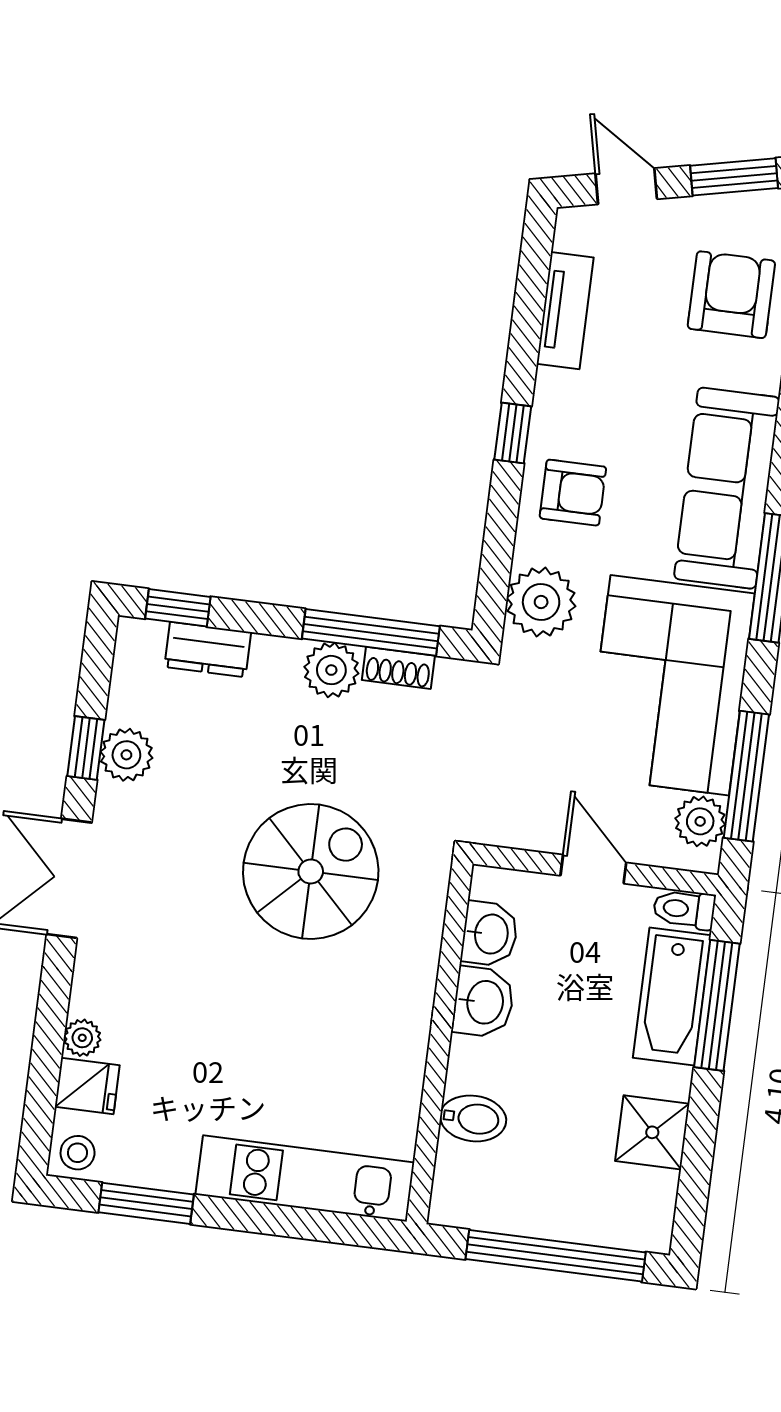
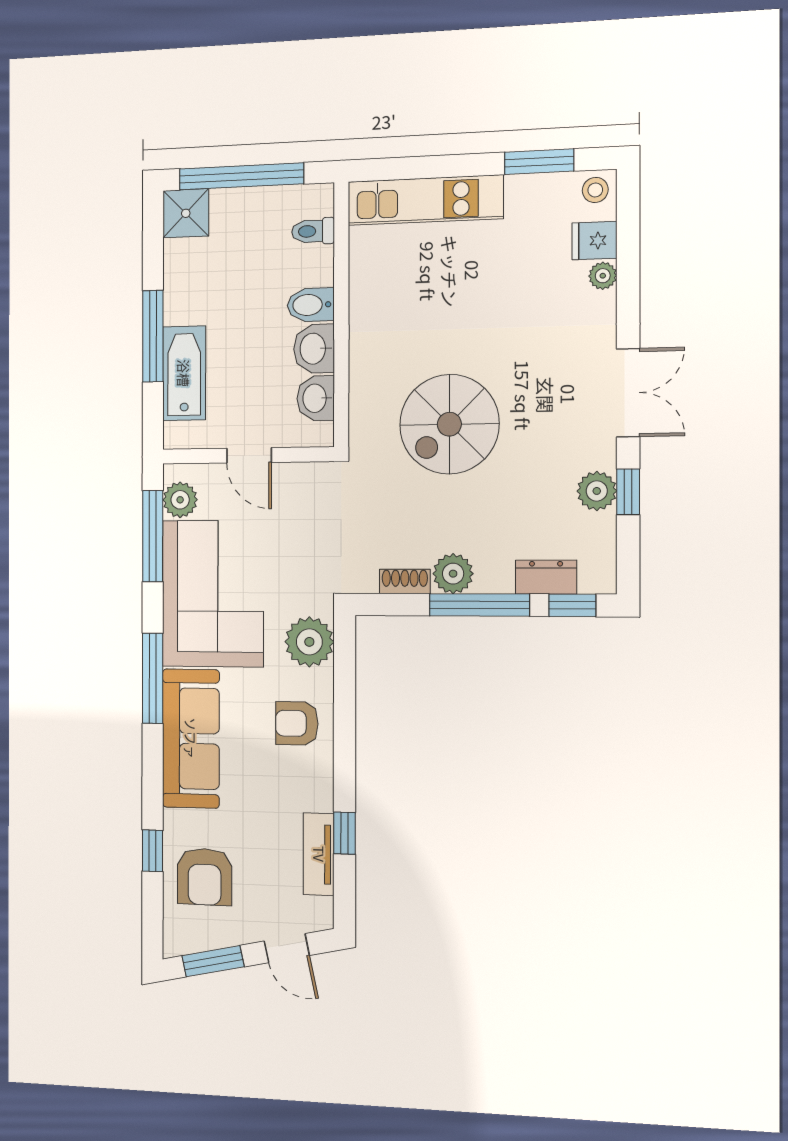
window: (513, 433) -> (345, 833), moved
window: (371, 632) -> (479, 605), moved
toilet: (684, 909) -> (313, 231), moved, turned 180
window: (717, 1005) -> (153, 336), moved
bidet: (473, 1118) -> (311, 305), moved
shower: (652, 1132) -> (186, 213), moved

